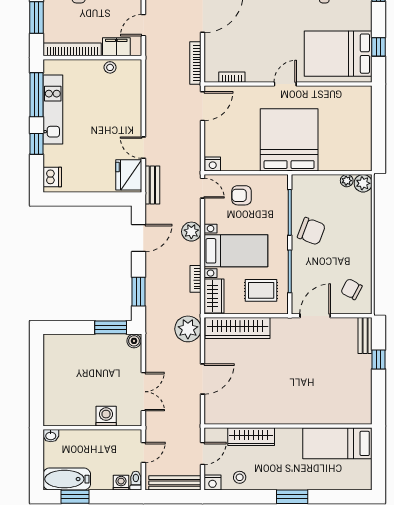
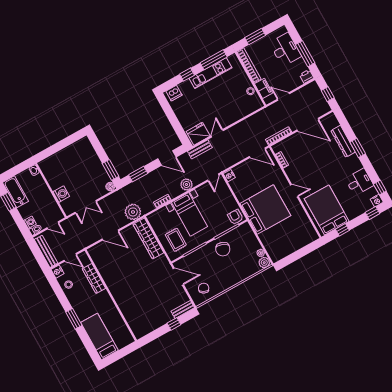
armchair: (241, 195) -> (235, 217), moved
wardrobe: (214, 296) -> (159, 216), removed
bed: (337, 443) -> (99, 336), moved

